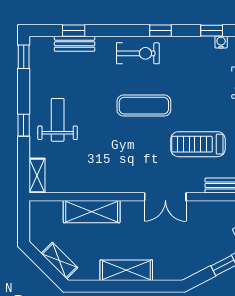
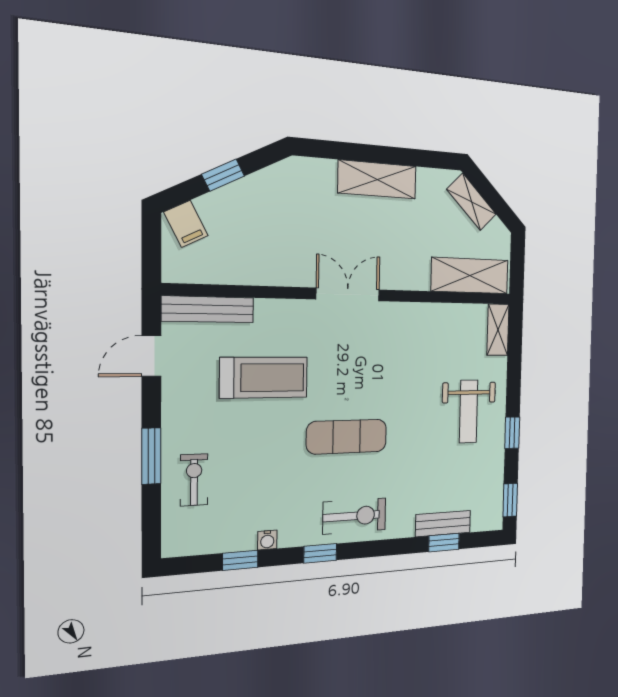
water cooler: (221, 42) -> (267, 540), moved
exercise bike: (138, 53) -> (354, 516), turned 180
window: (24, 125) -> (512, 433), moved
double door: (165, 197) -> (348, 294), moved
shelving: (92, 212) -> (470, 276), moved

